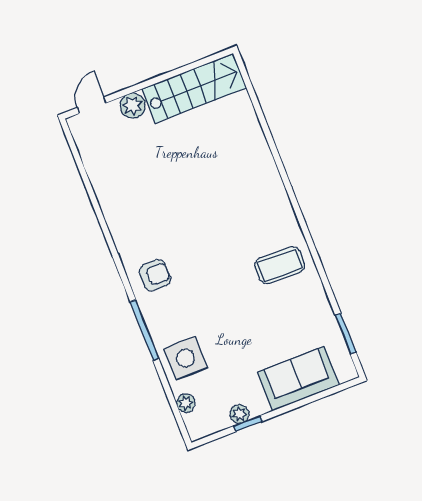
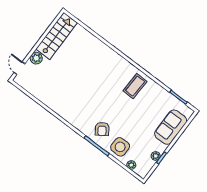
armchair: (155, 275) -> (102, 129), moved, turned 147

